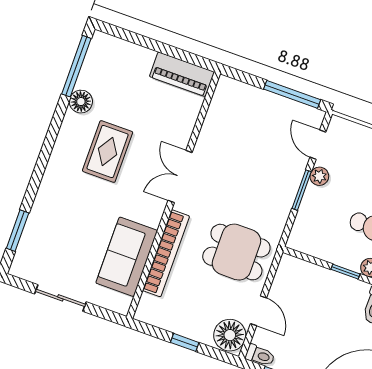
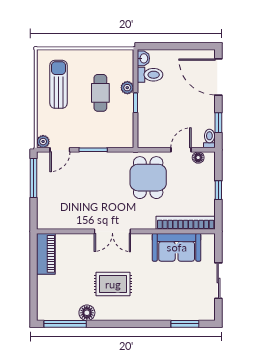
plant: (319, 176) -> (43, 142), moved
bookcase: (166, 253) -> (186, 223), moved
floor lamp: (230, 335) -> (198, 158), width x0.53, depth x0.53

